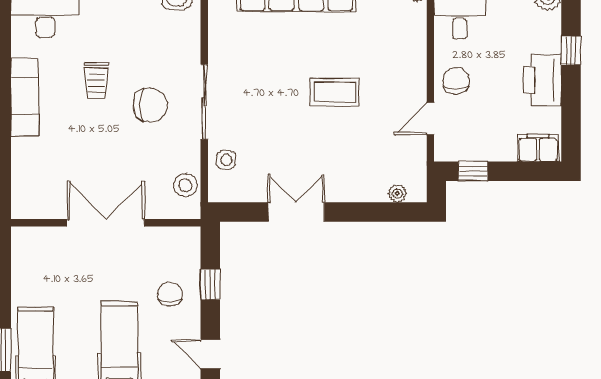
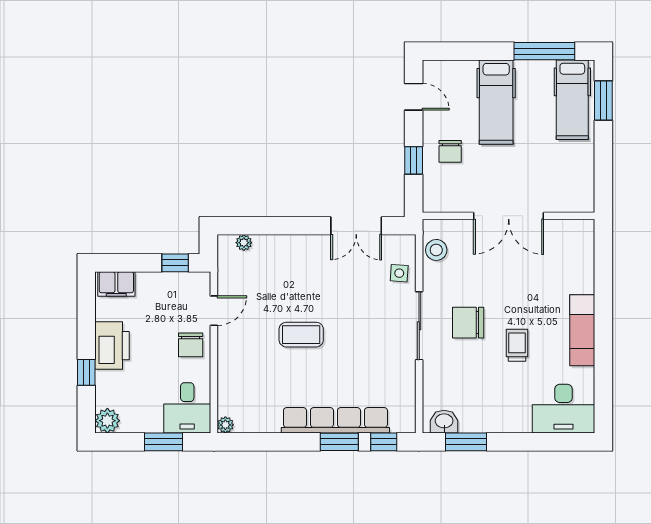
double door: (296, 212) -> (356, 226), moved

